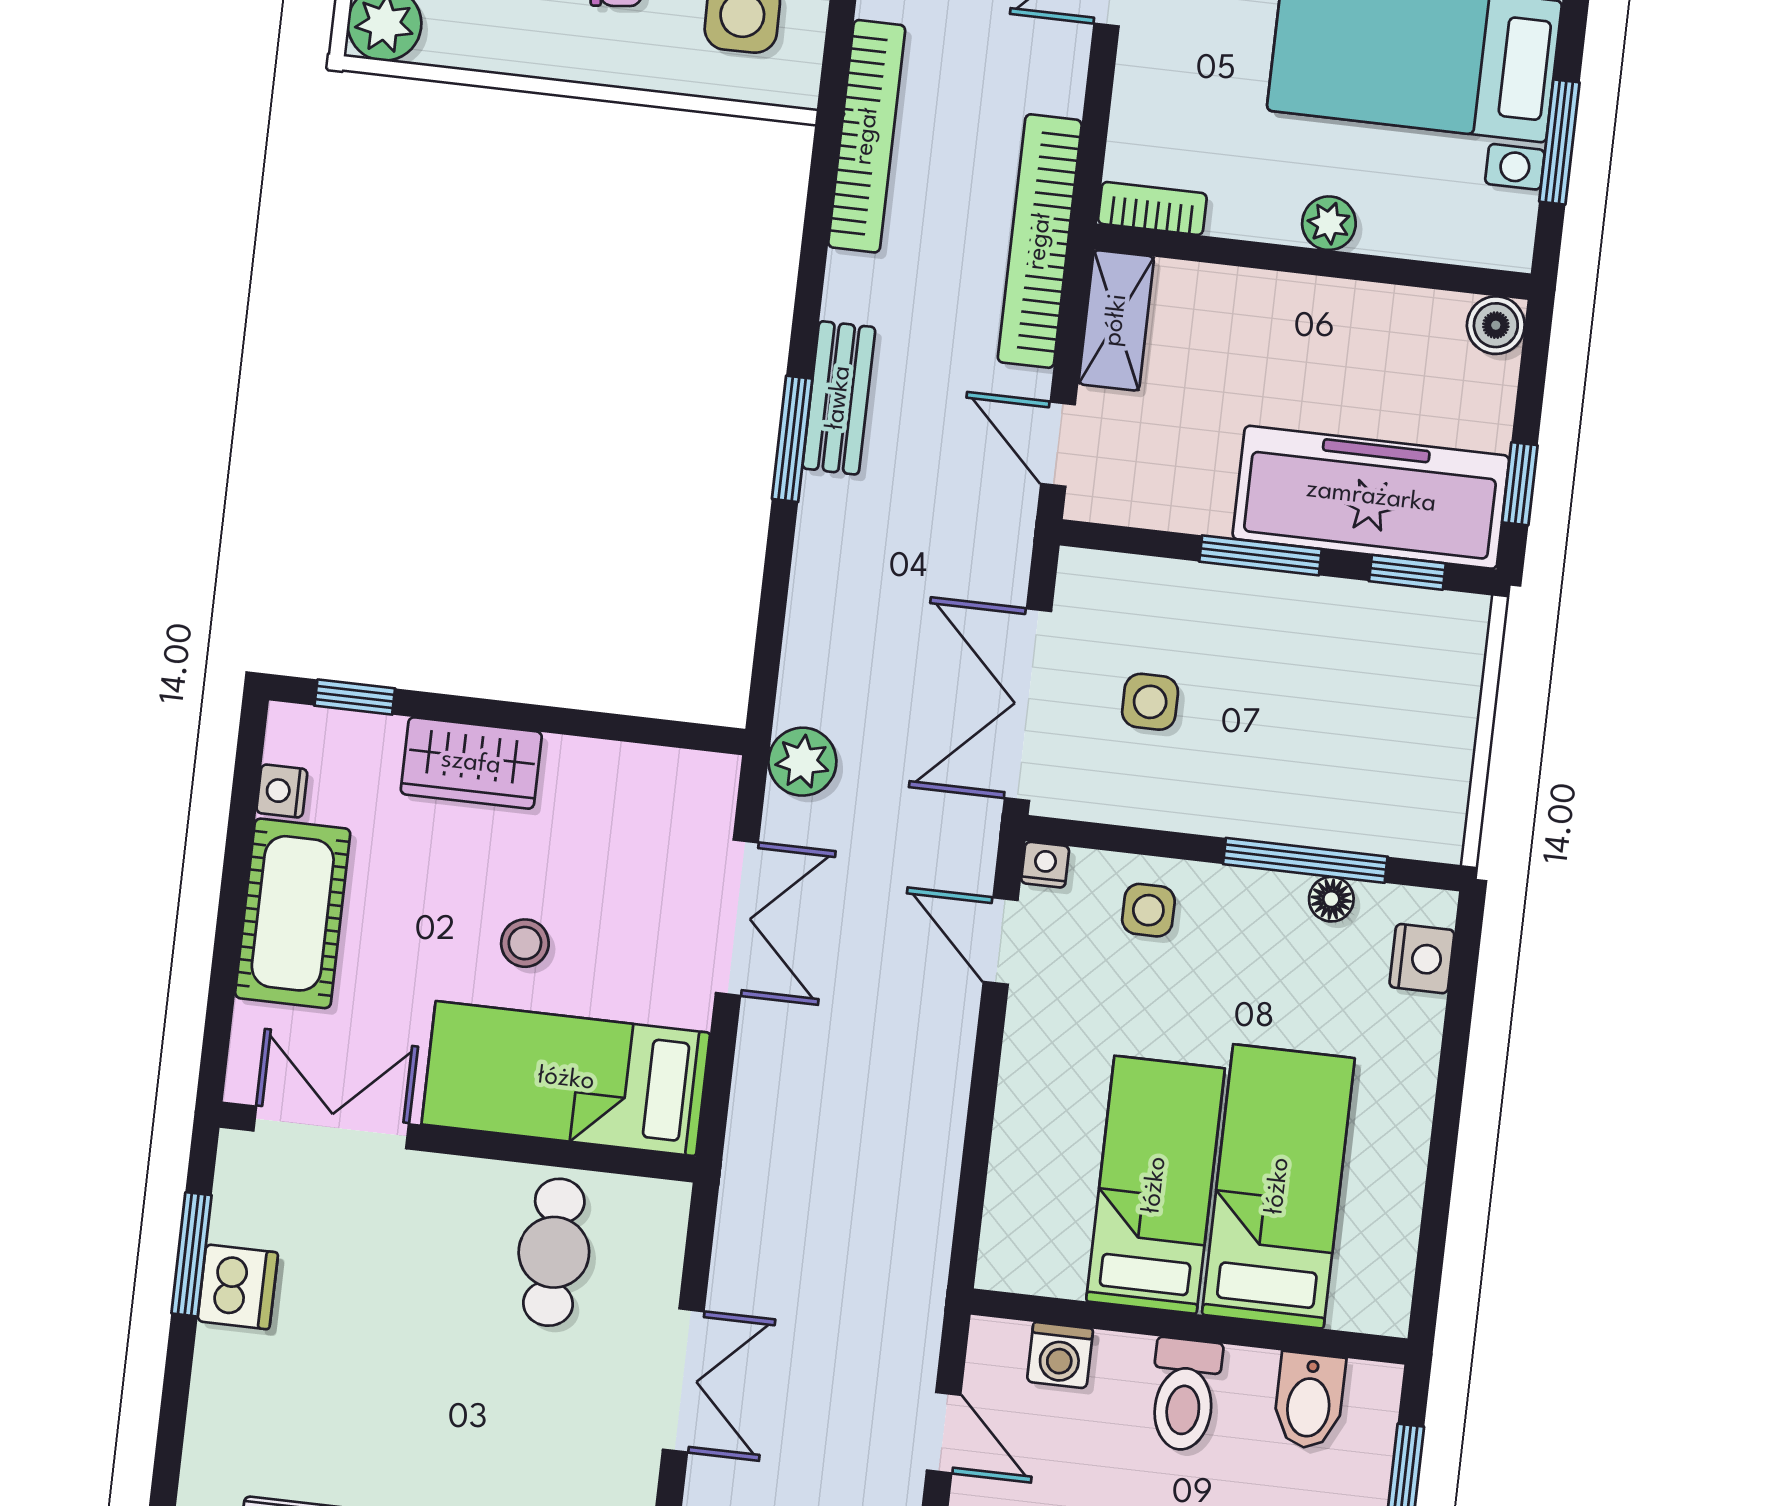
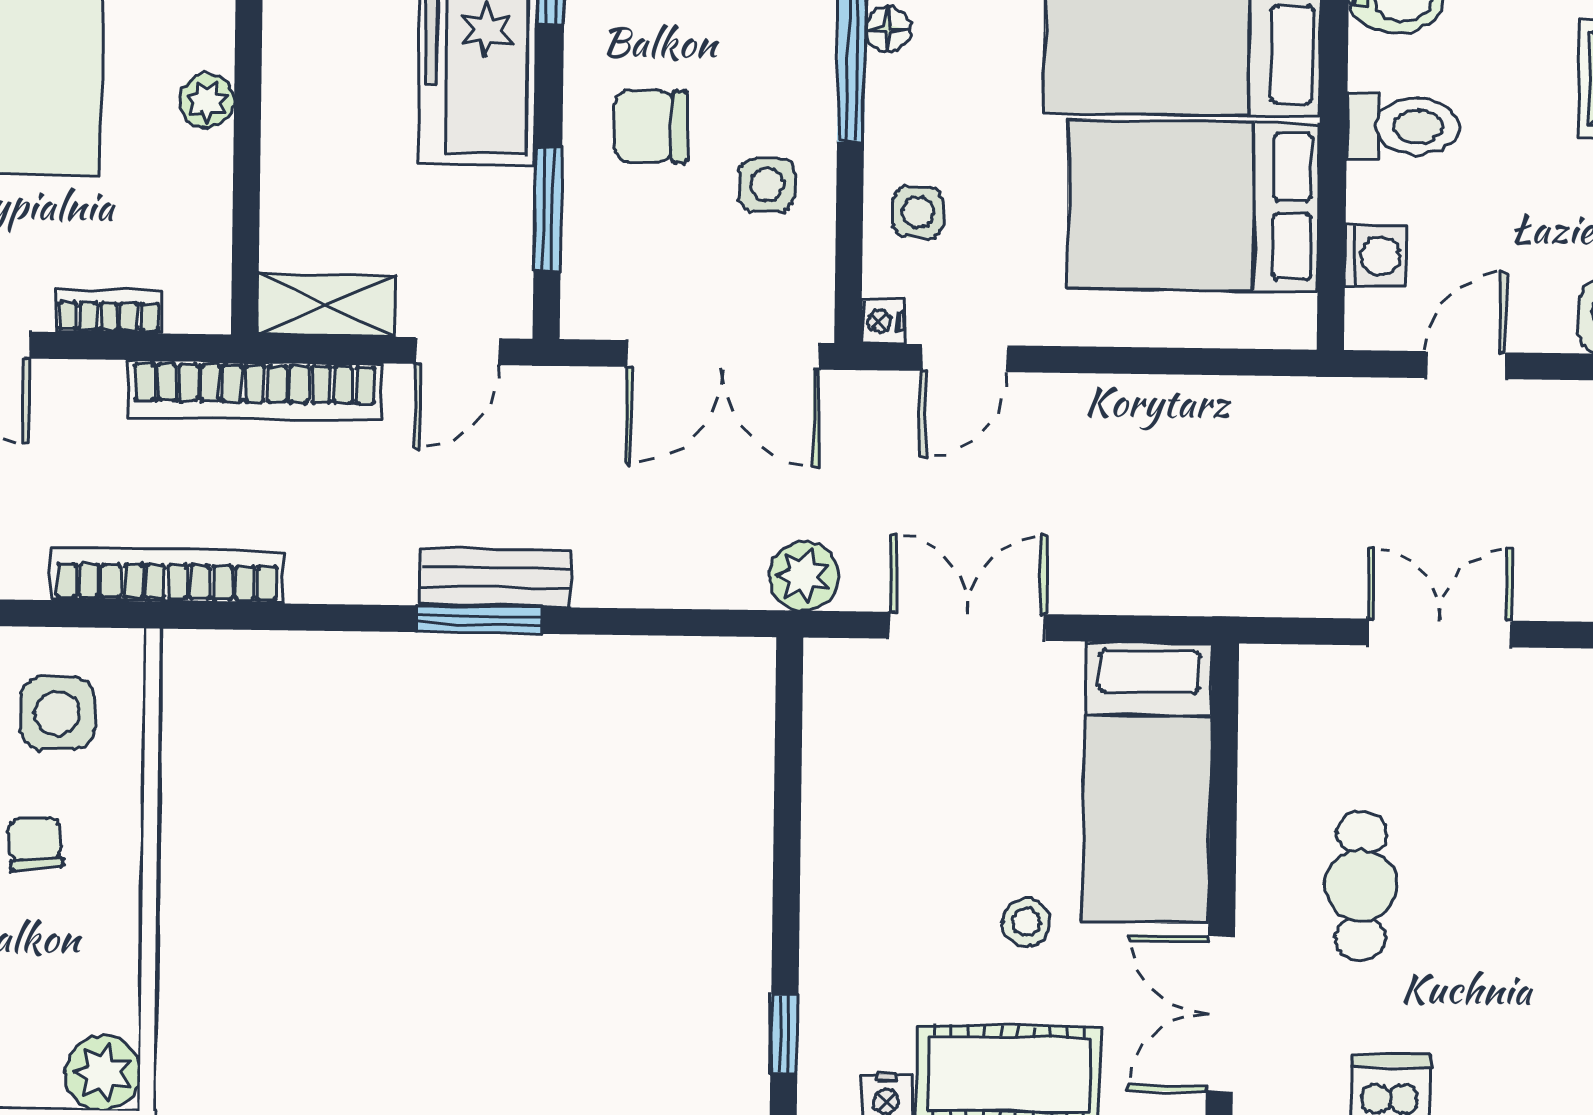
bookcase: (1152, 208) -> (109, 311), moved, turned 90
bench: (839, 398) -> (495, 578), moved
window: (1260, 555) -> (548, 209), moved
chair: (1259, 656) -> (651, 126), added
side table: (1150, 702) -> (767, 185), moved
wardrobe: (471, 763) -> (839, 910), removed
stool: (525, 943) -> (1026, 922), moved
bed: (1155, 1185) -> (1194, 205), width x1.50
cafe table: (554, 1252) -> (1361, 885), moved, turned 90

